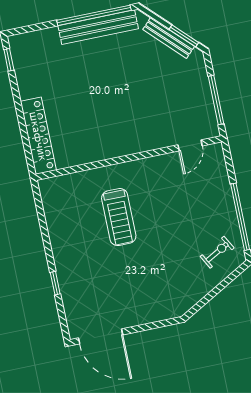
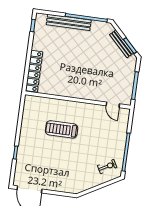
bench: (98, 27) -> (69, 22), moved
door: (190, 145) -> (113, 105), hinge flipped
treadmill: (119, 217) -> (62, 129), turned 90

